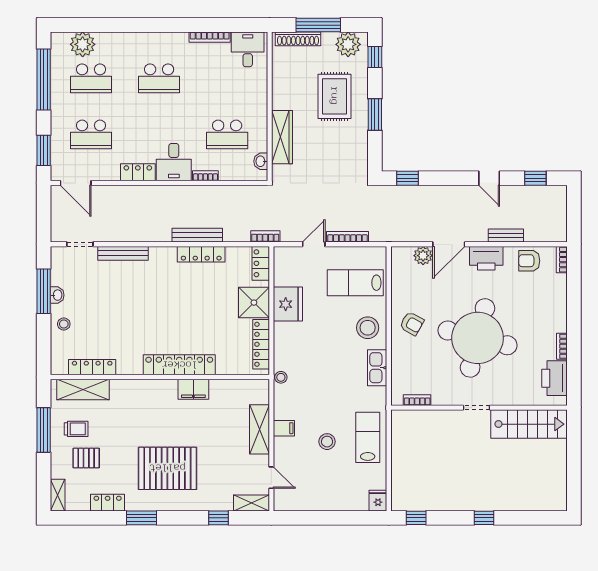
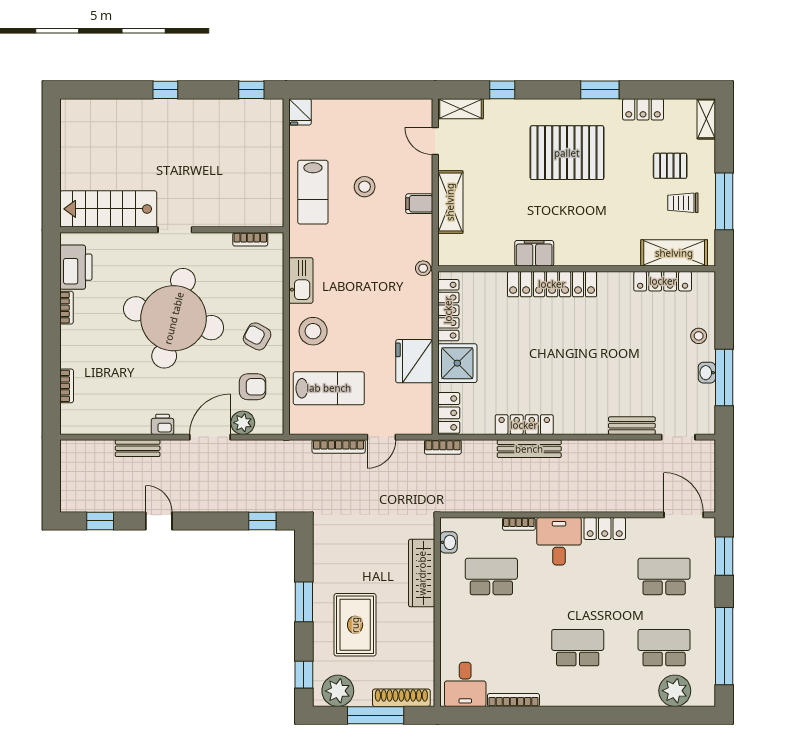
bench: (123, 253) -> (632, 426), width x0.73
printer: (486, 258) -> (163, 424), width x0.53, depth x0.68
bookcase: (562, 260) -> (67, 386), moved
armchair: (529, 261) -> (253, 387), moved

